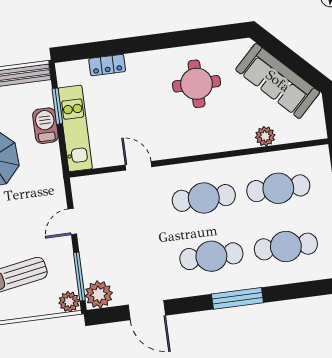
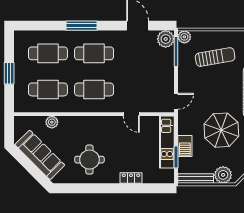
locker: (107, 65) -> (131, 178), moved
door: (72, 222) -> (176, 101), moved

